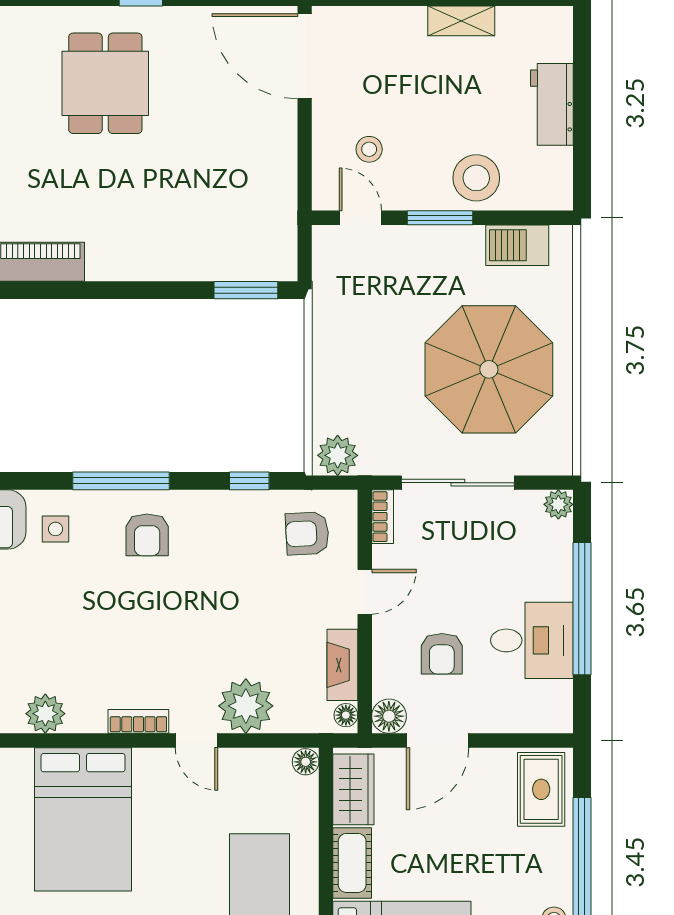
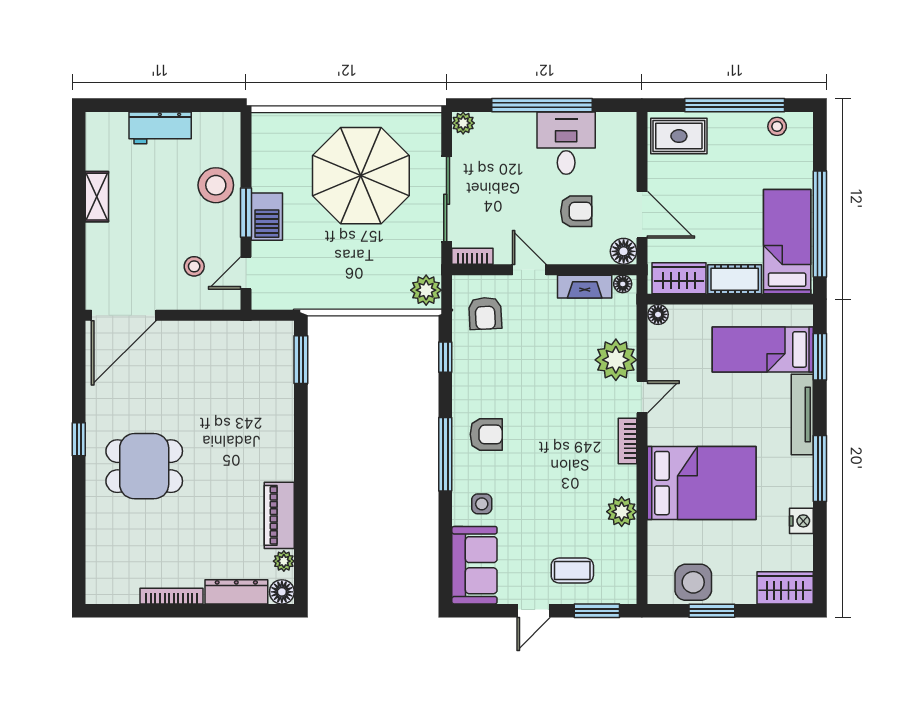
barbecue: (517, 245) -> (267, 217), moved

